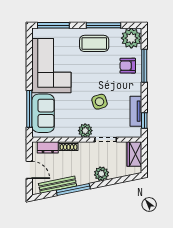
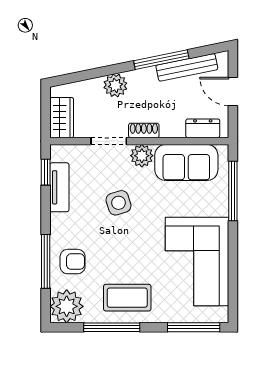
sofa: (43, 113) -> (186, 162), moved, turned -90
shoe rack: (69, 146) -> (144, 130), moved

